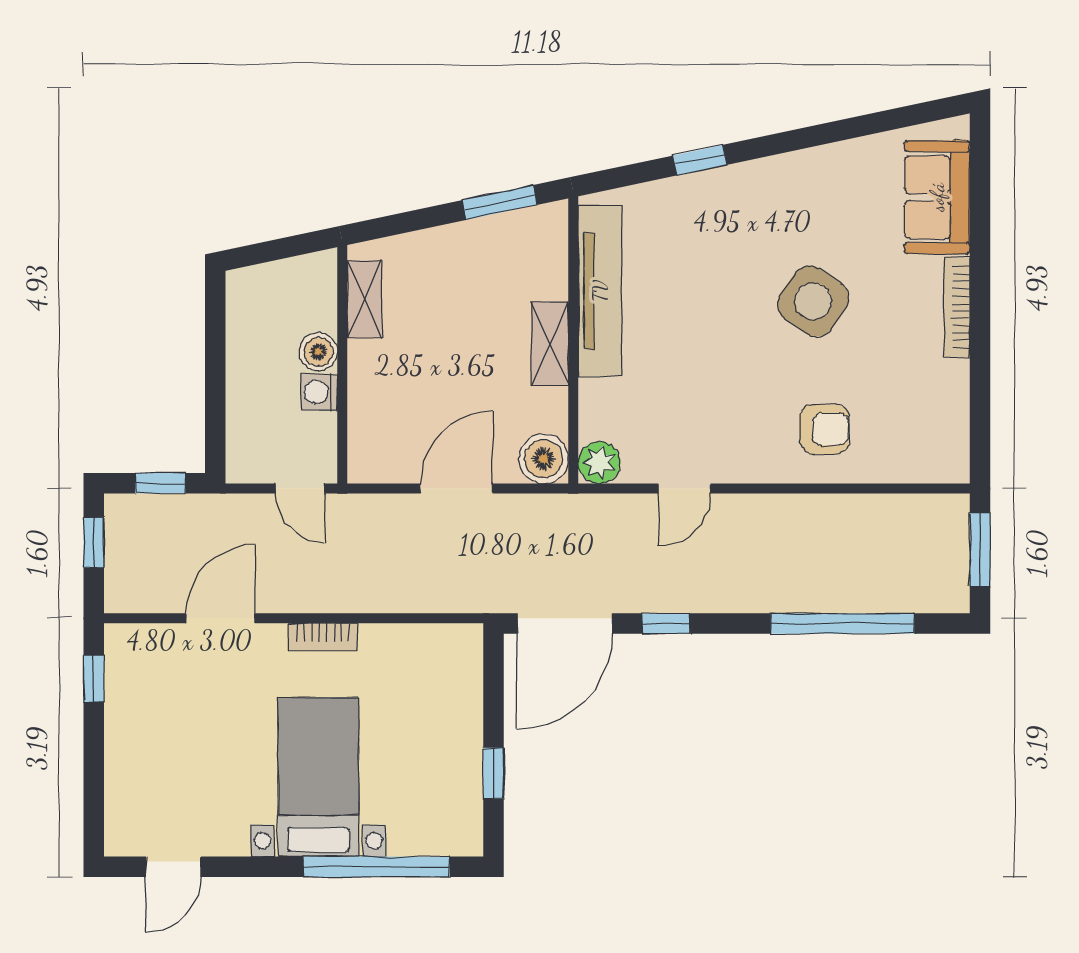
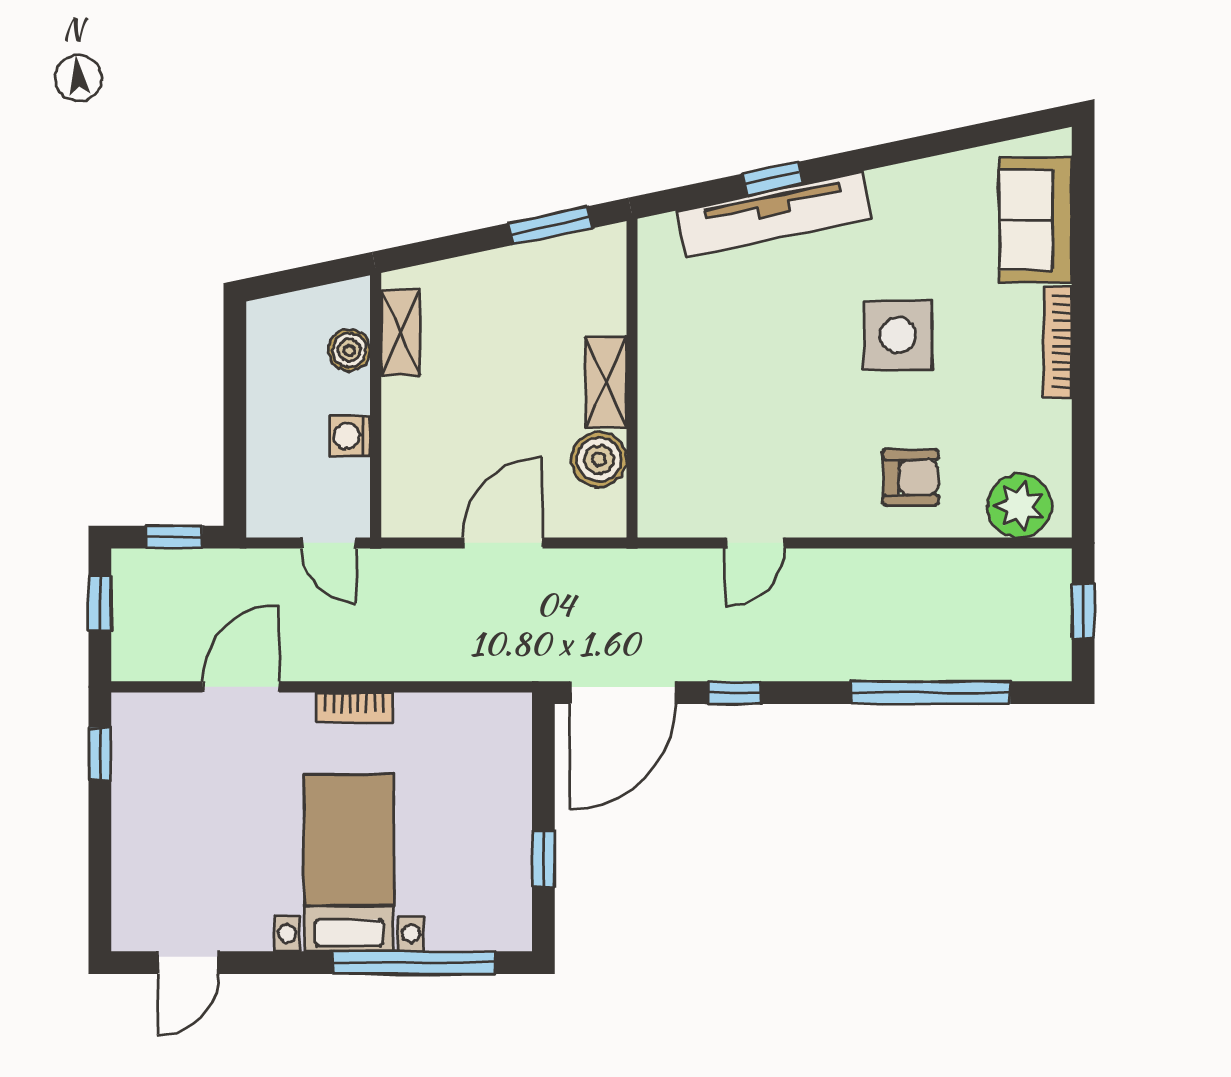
tv unit: (600, 291) -> (775, 214), moved, turned 78
side table: (813, 301) -> (898, 335), turned -34
boiler: (318, 352) -> (349, 350), moved
boiler: (544, 459) -> (599, 459), moved
plant: (599, 463) -> (1020, 506), moved, width x1.36, depth x1.36
window: (980, 550) -> (1083, 611), width x0.67

